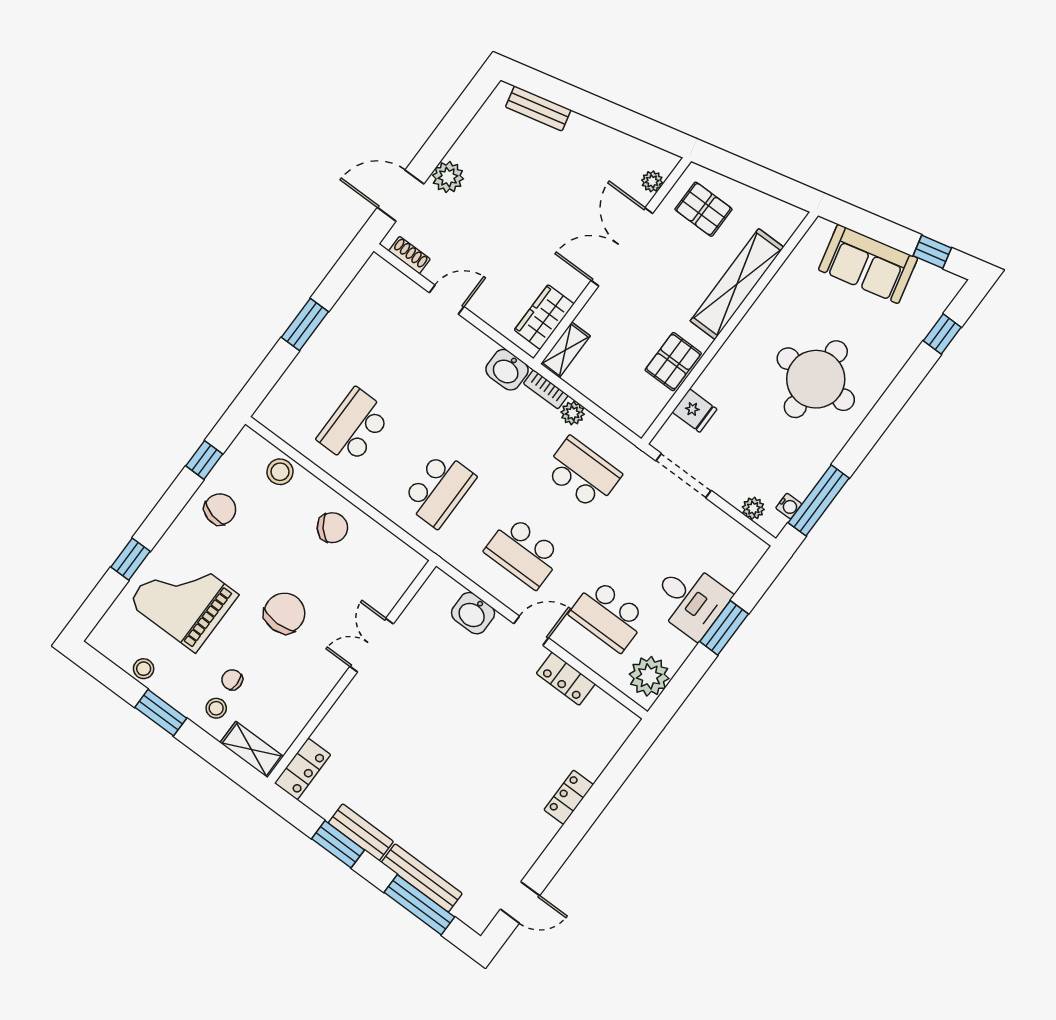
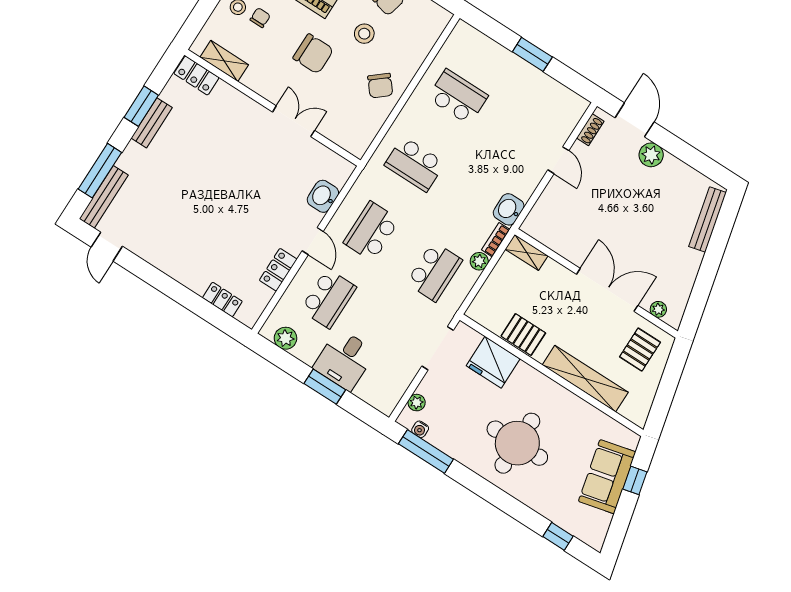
bench: (538, 108) -> (708, 220), width x1.36
window: (932, 252) -> (635, 480), moved
wardrobe: (544, 317) -> (550, 235), removed
fridge: (695, 411) -> (493, 362), width x1.88, depth x1.34
stool: (280, 472) -> (364, 34), moved
school desk: (608, 615) -> (328, 299), turned 180
plant: (649, 676) -> (285, 338), width x0.73, depth x0.73
shelving: (252, 750) -> (224, 61), moved, turned 90
locker: (569, 797) -> (222, 300), moved
bench: (422, 878) -> (104, 197), moved

